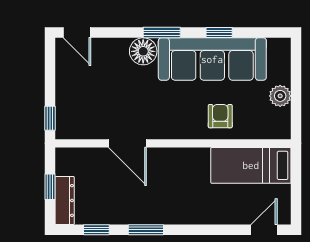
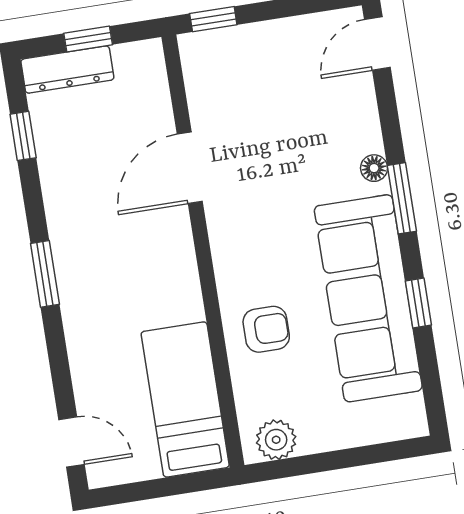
floor lamp: (143, 51) -> (374, 168), width x0.53, depth x0.53
plant: (280, 96) -> (276, 440), moved
window: (146, 230) -> (45, 274), moved

